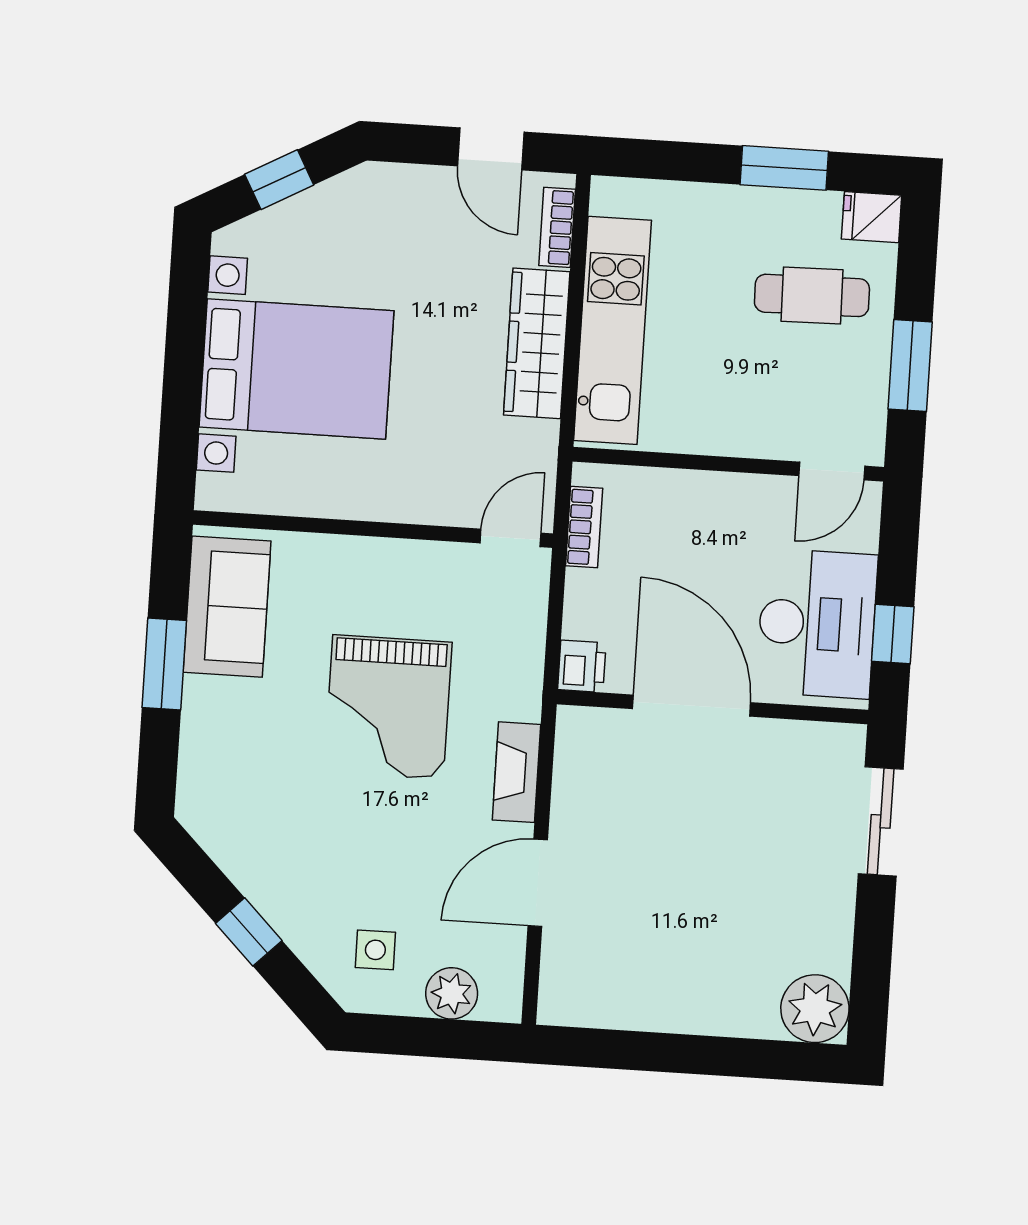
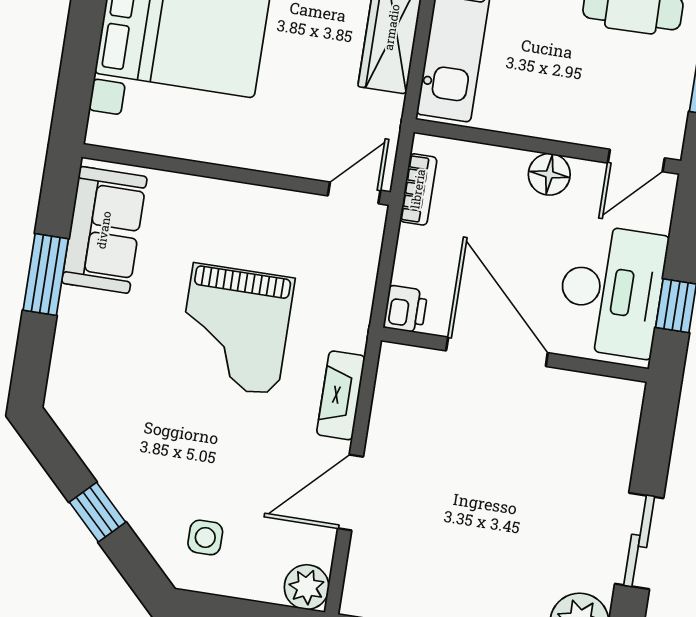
floor lamp: (733, 496) -> (549, 174), added
sliding door: (881, 821) -> (639, 541), moved
plant: (452, 993) -> (307, 587), moved

